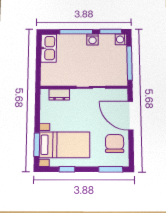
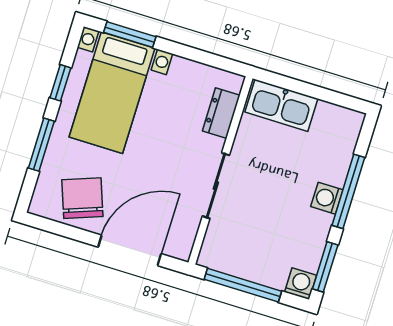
washing machine: (93, 39) -> (327, 198), moved
kitchen sink: (49, 48) -> (281, 105), moved
chair: (115, 144) -> (82, 198), turned -110
window: (111, 169) -> (41, 145), moved

